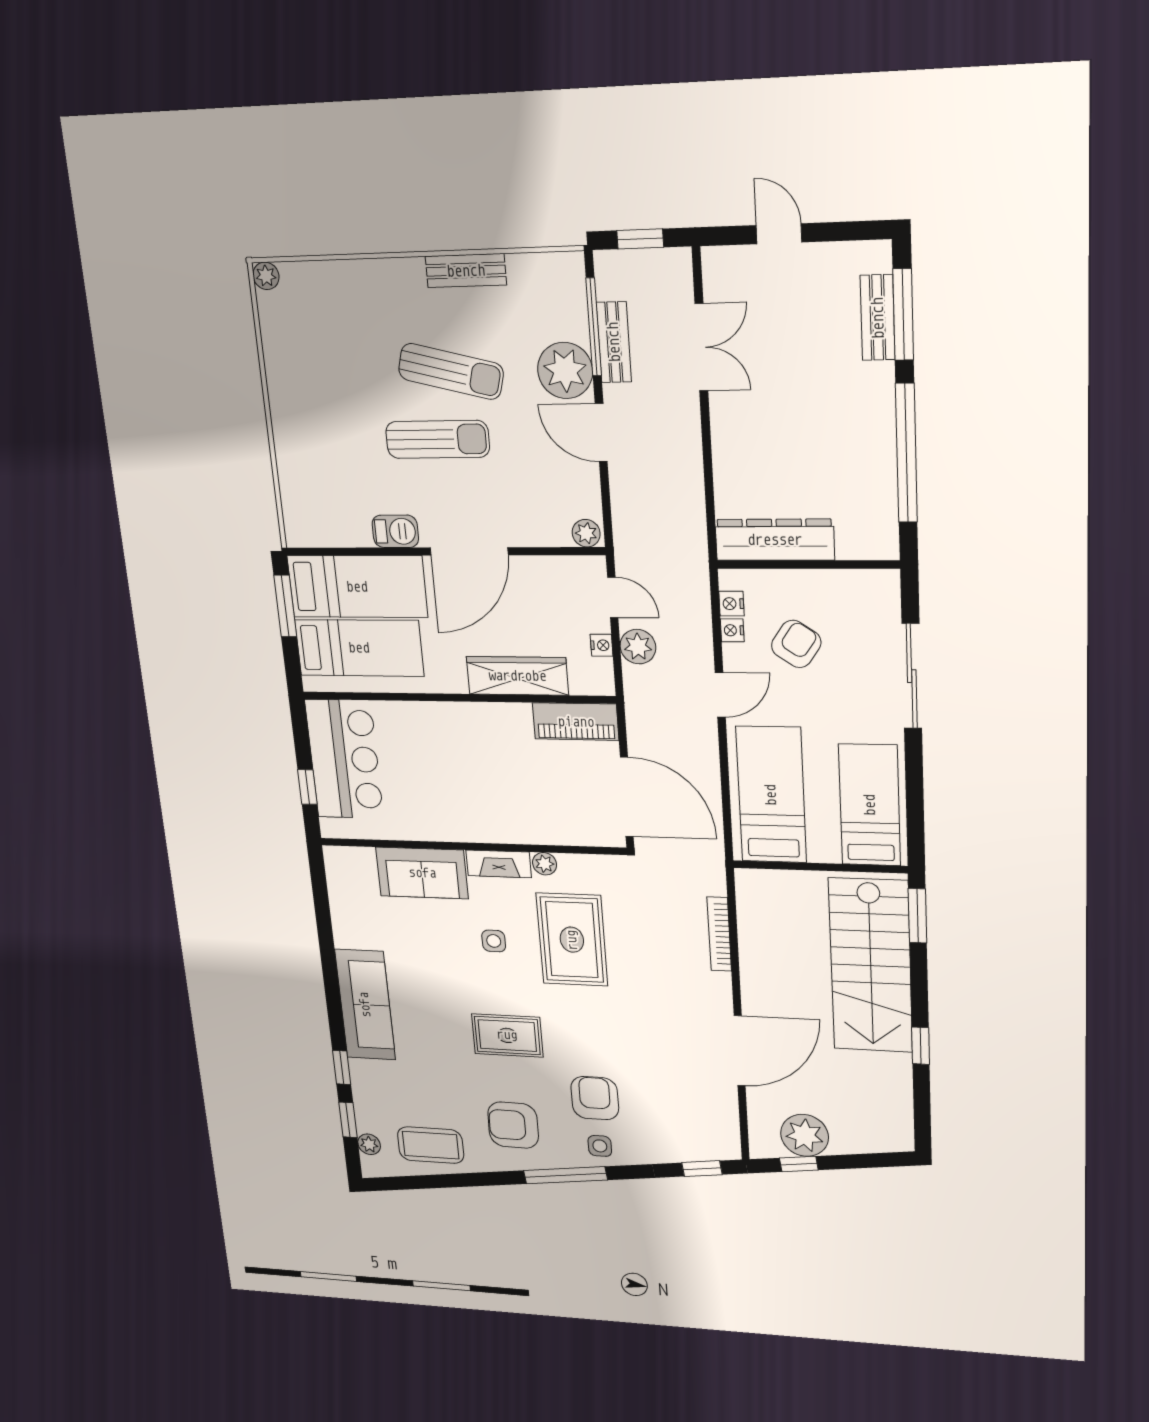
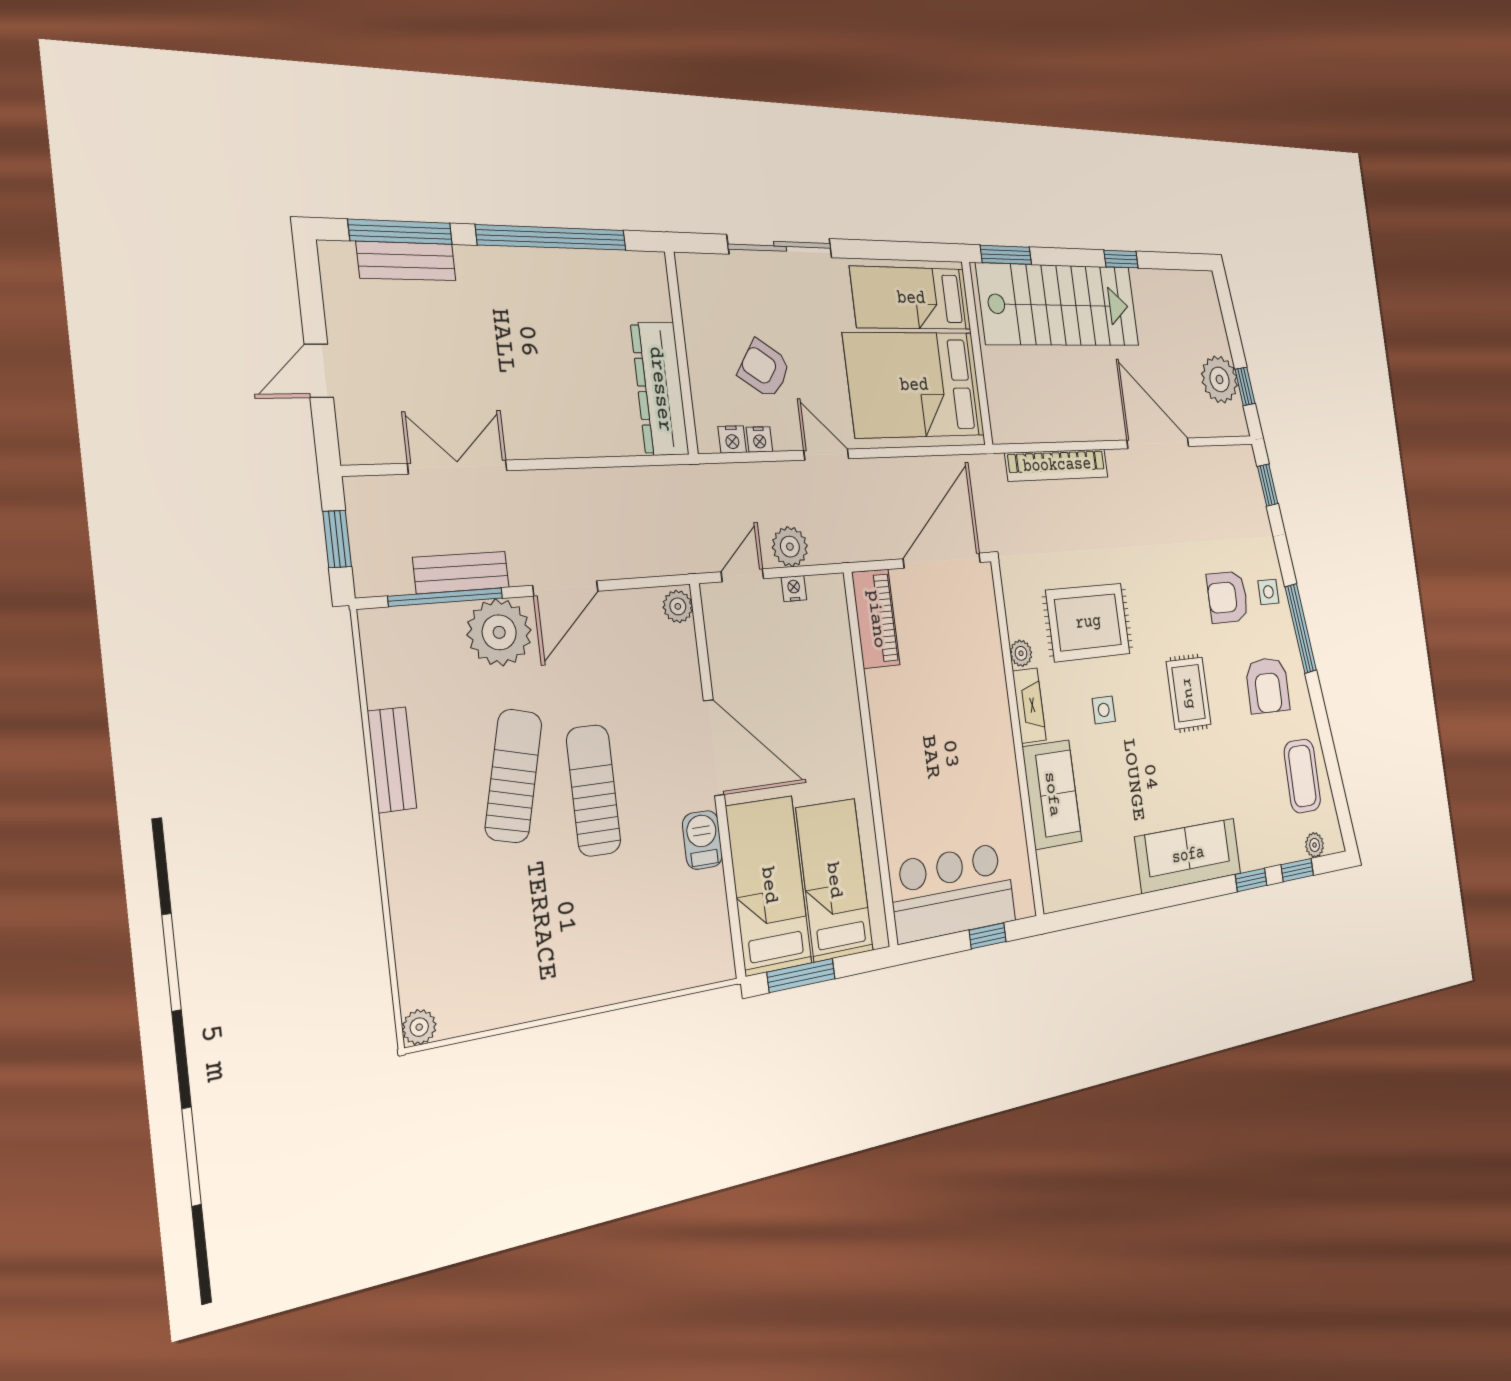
wardrobe: (517, 676) -> (838, 687), removed
bed: (771, 795) -> (914, 385), width x1.50
bookcase: (719, 934) -> (1057, 465), width x1.48, depth x1.31

